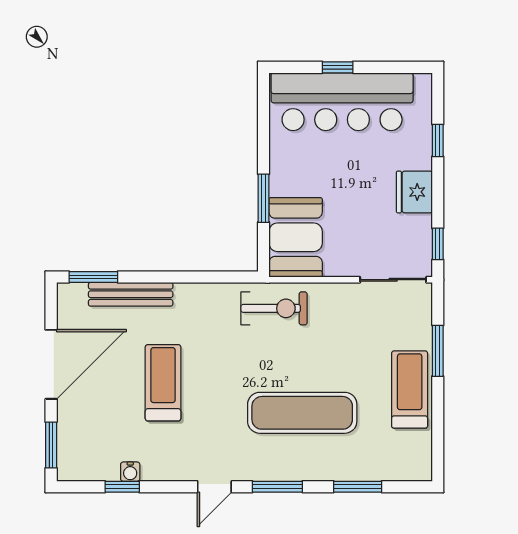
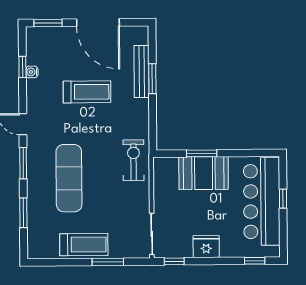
window: (438, 140) -> (255, 261), moved
booth: (296, 237) -> (204, 173), moved
window: (93, 277) -> (152, 79), moved
exercise bike: (274, 308) -> (133, 160), turned 180

